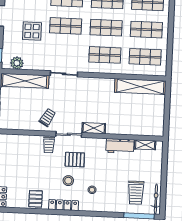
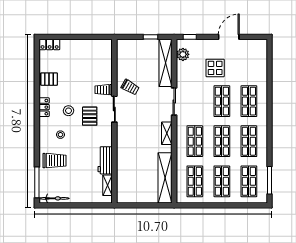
shelving: (94, 128) -> (167, 133), moved
trolley: (136, 193) -> (55, 161), moved, turned 180
locker: (64, 205) -> (44, 107), width x0.66

